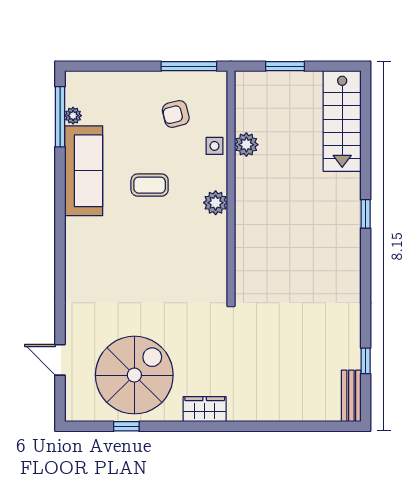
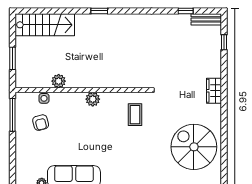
side table: (214, 146) -> (44, 98), moved
coffee table: (150, 185) -> (135, 115), moved
wardrobe: (205, 409) -> (214, 91), moved
window: (126, 426) -> (224, 42), moved

